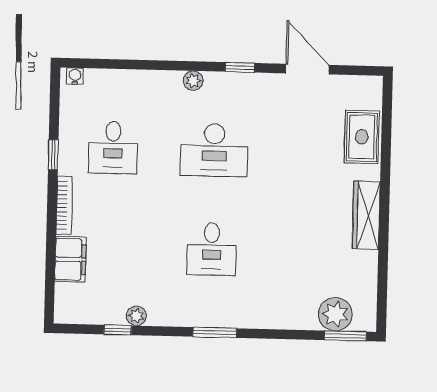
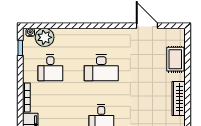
window: (240, 67) -> (113, 26), removed
plant: (193, 81) -> (45, 37), moved, width x1.88, depth x1.88
window: (53, 155) -> (20, 48), moved

